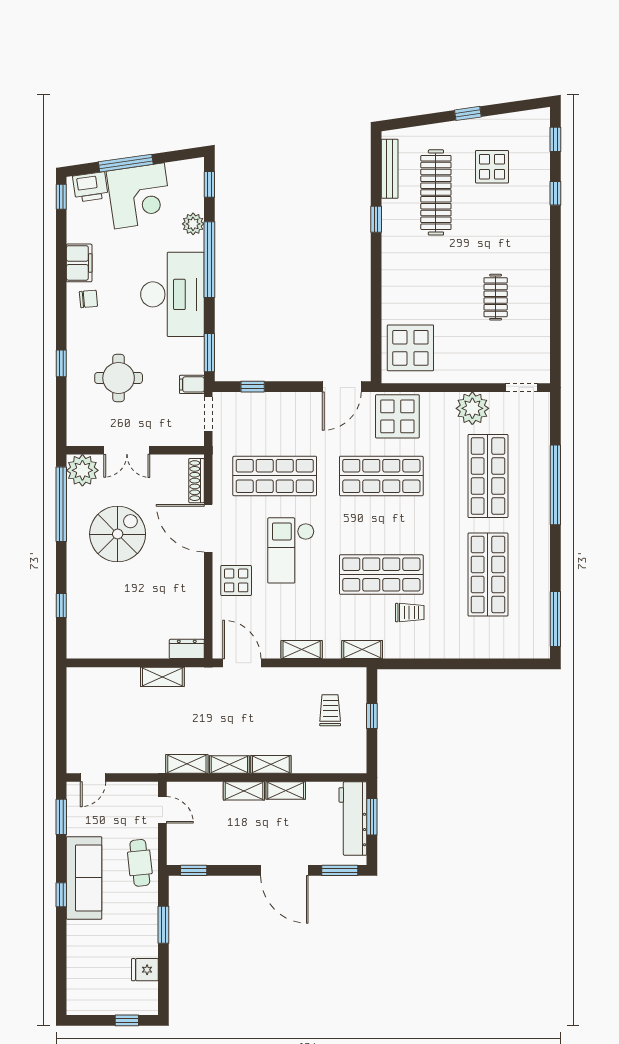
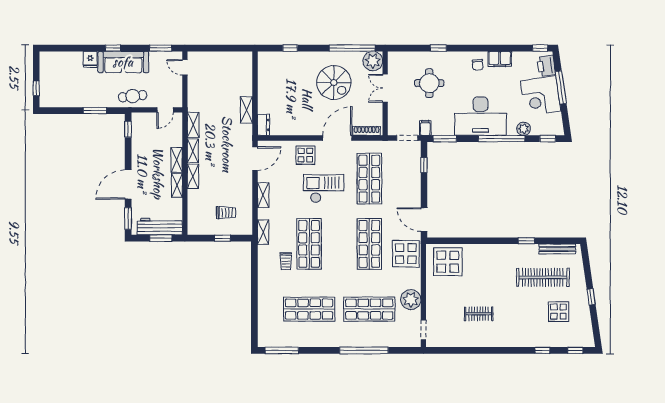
fridge: (145, 970) -> (90, 59), moved, turned 180

